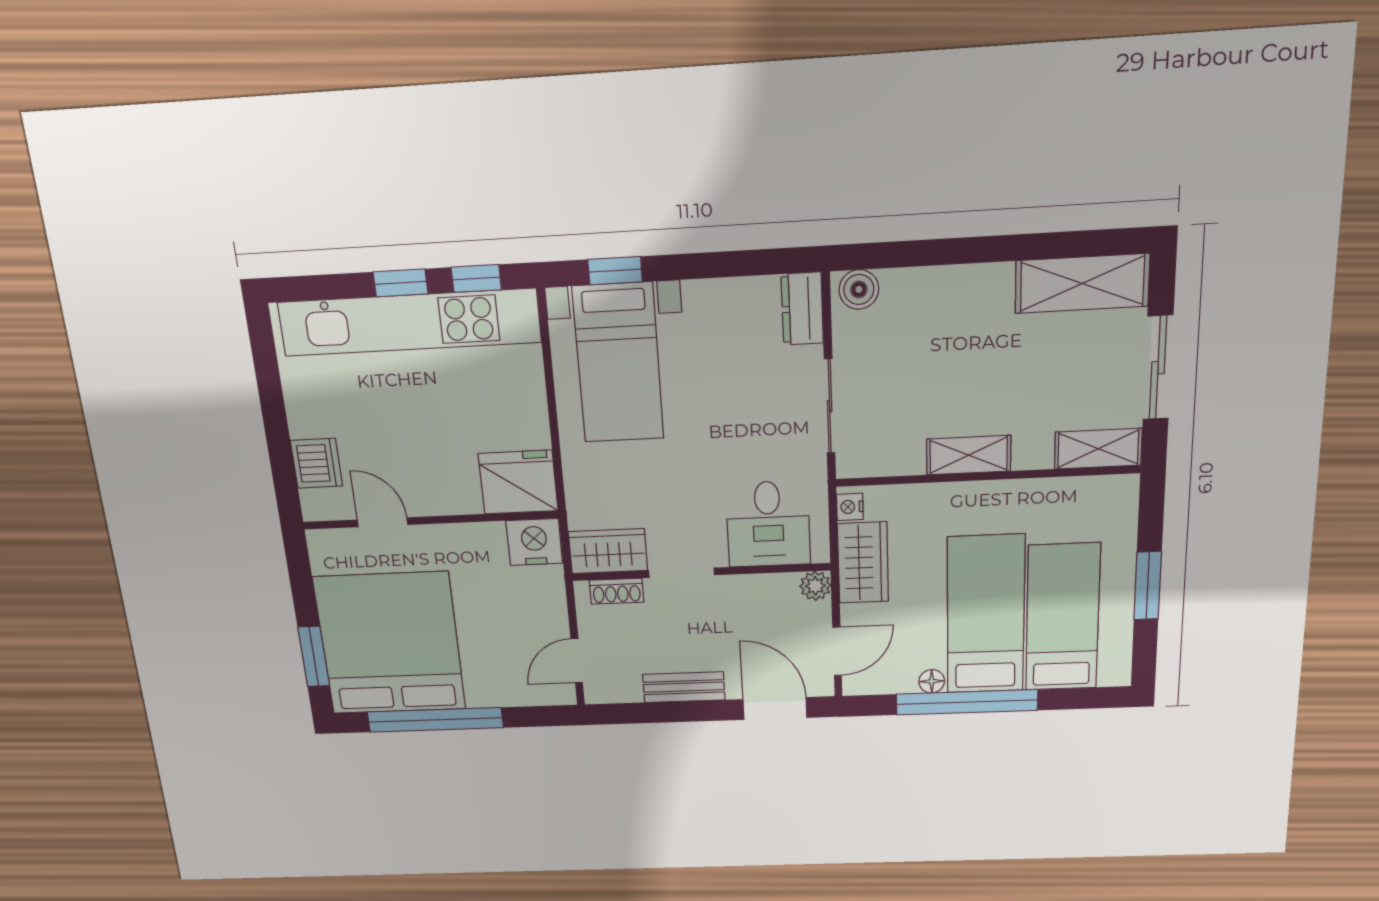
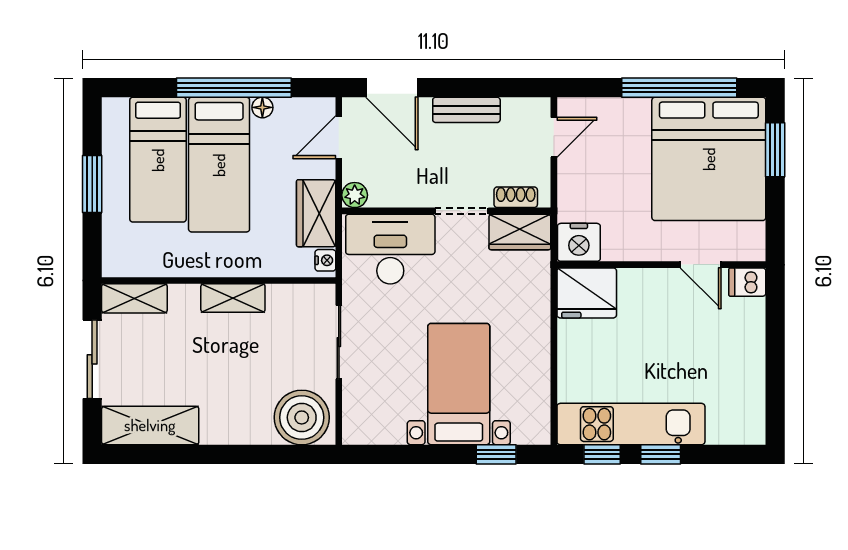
boiler: (859, 289) -> (302, 417), width x1.86, depth x1.86
dresser: (802, 309) -> (357, 418), removed
kitchen unit: (409, 322) -> (631, 424), width x0.73
bed with nightstands: (618, 363) -> (459, 384), moved
dishwasher: (316, 463) -> (747, 282), moved, width x0.73
desk: (768, 524) -> (390, 249), width x1.37

